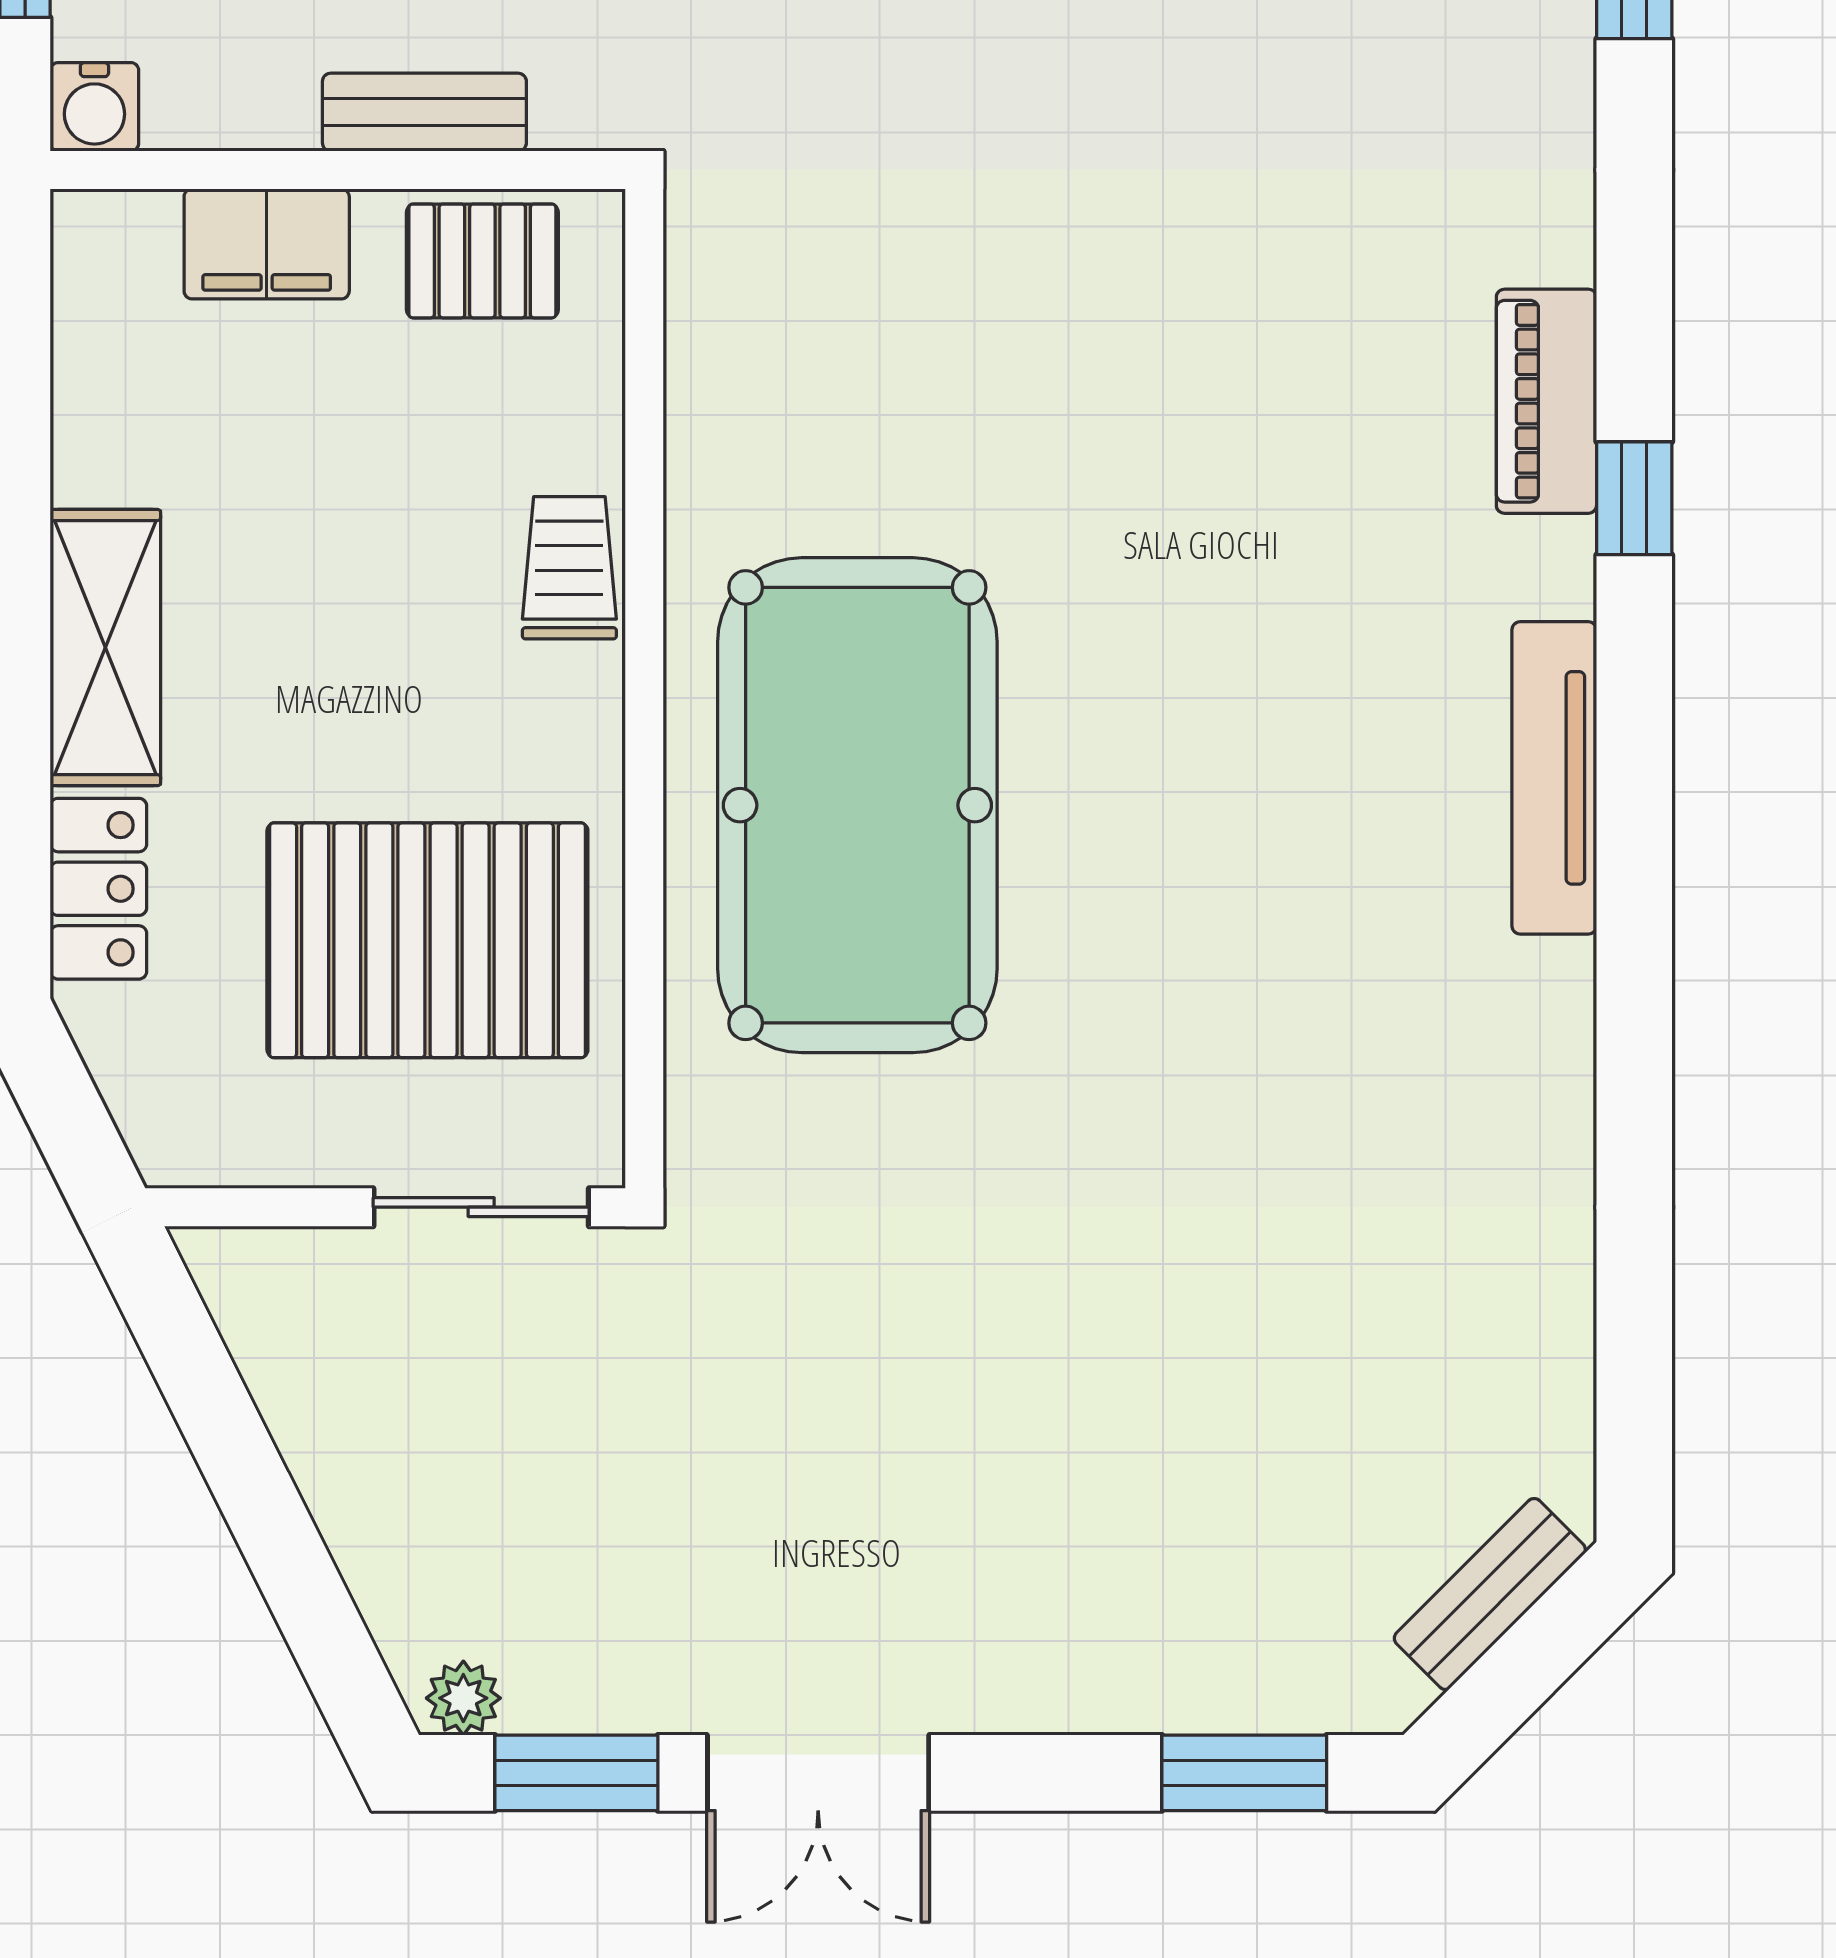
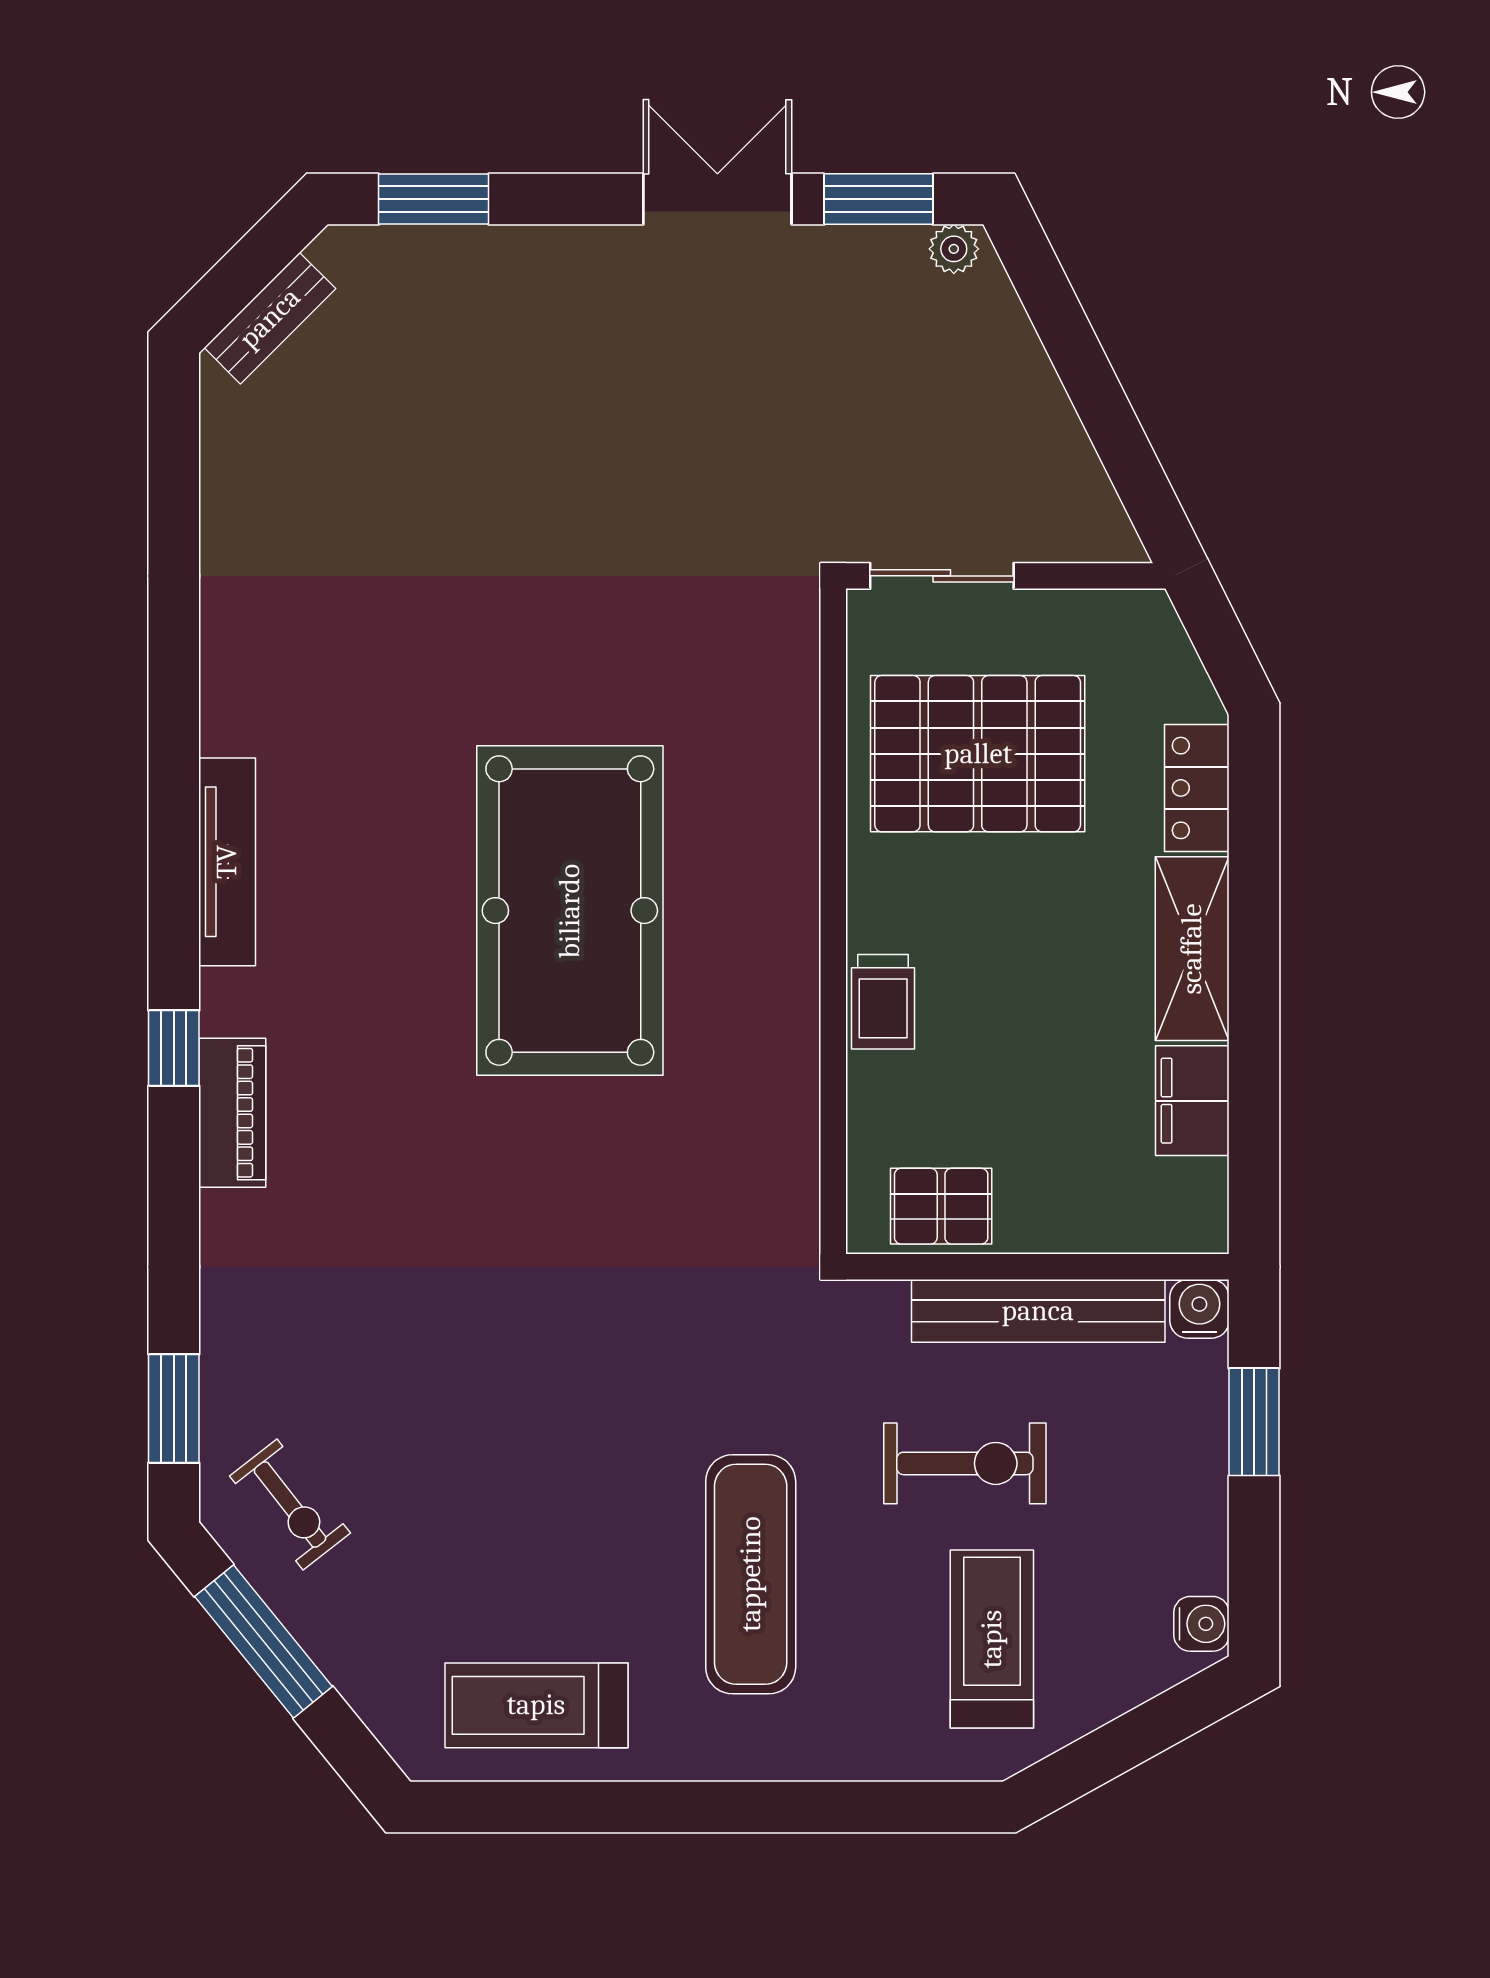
bench: (424, 112) -> (1038, 1311), width x1.86, depth x1.21
filing cabinet: (267, 244) -> (1192, 1101), moved, turned -90
pool table: (857, 805) -> (570, 911), moved

